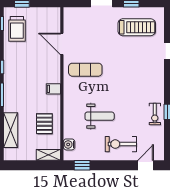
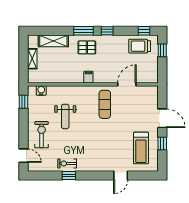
pallet: (44, 124) -> (87, 47), moved
shelving: (48, 155) -> (32, 59), moved

